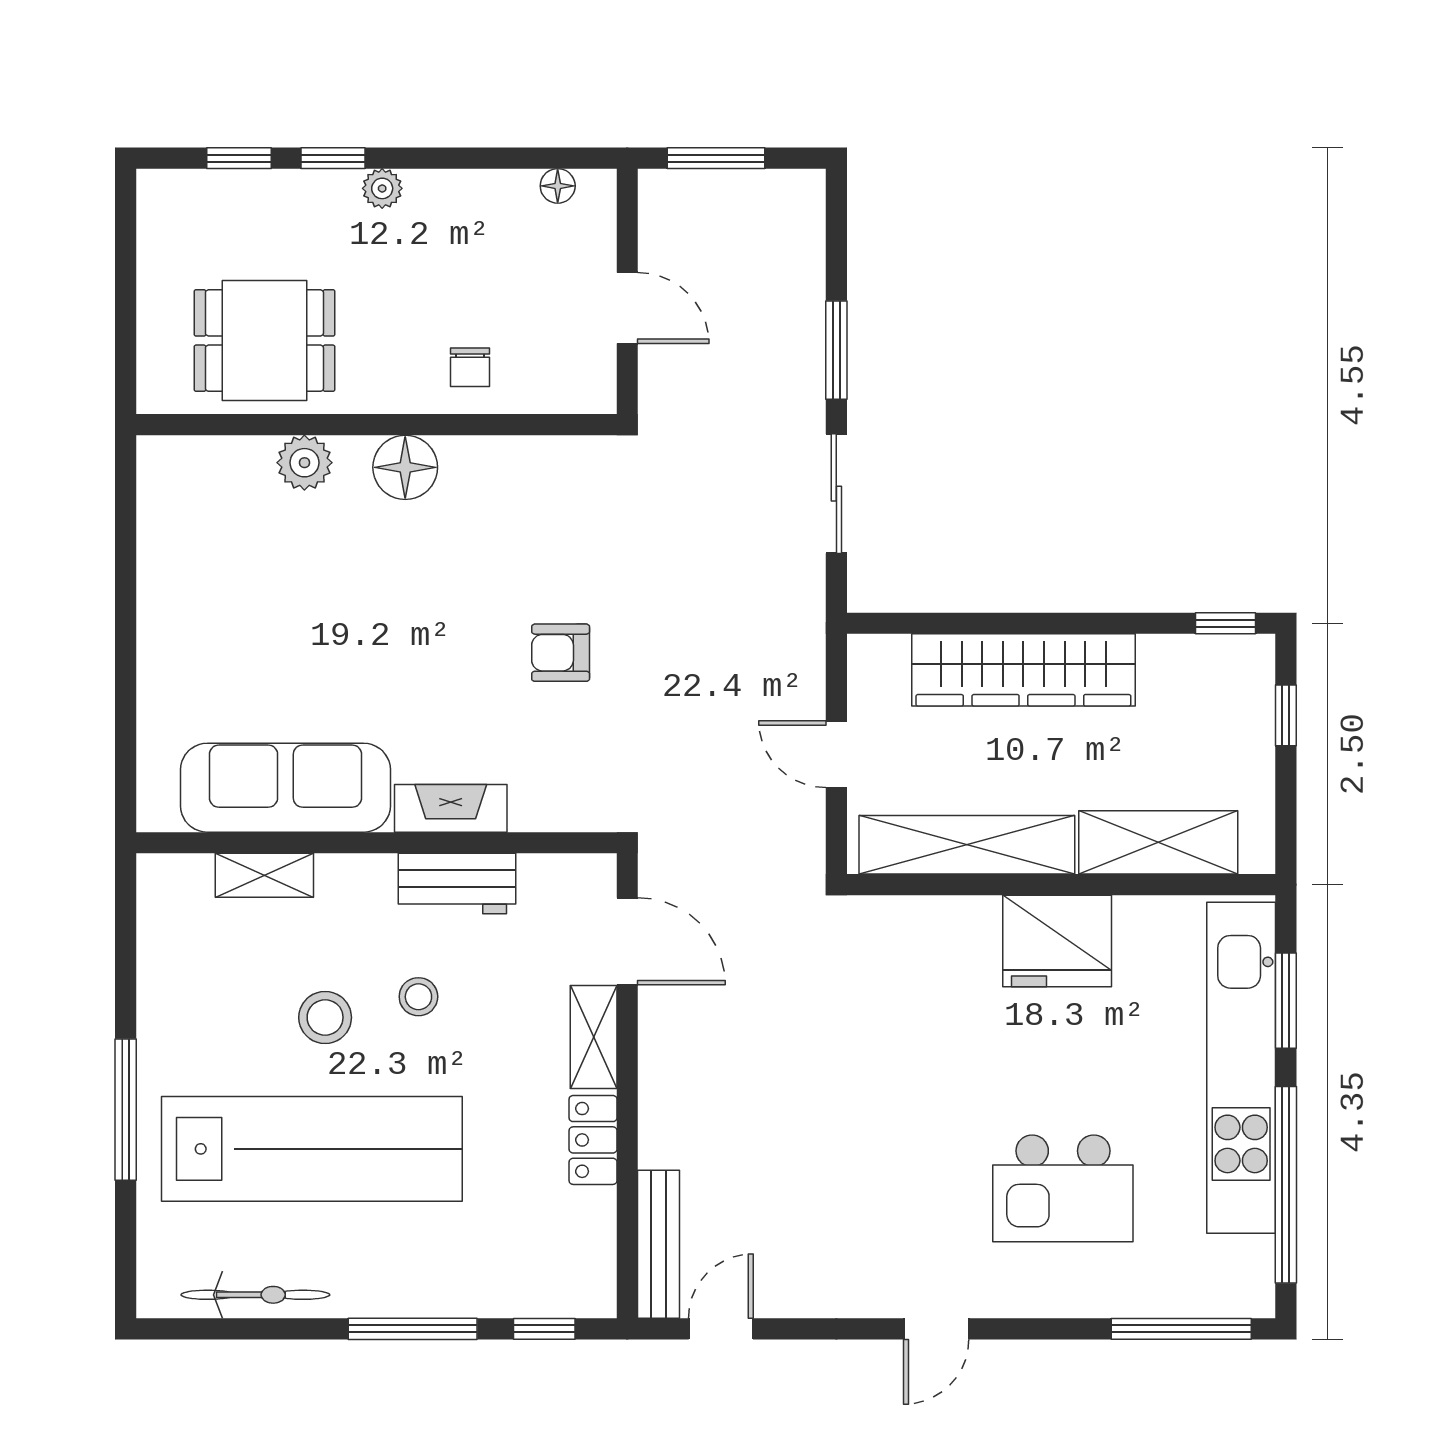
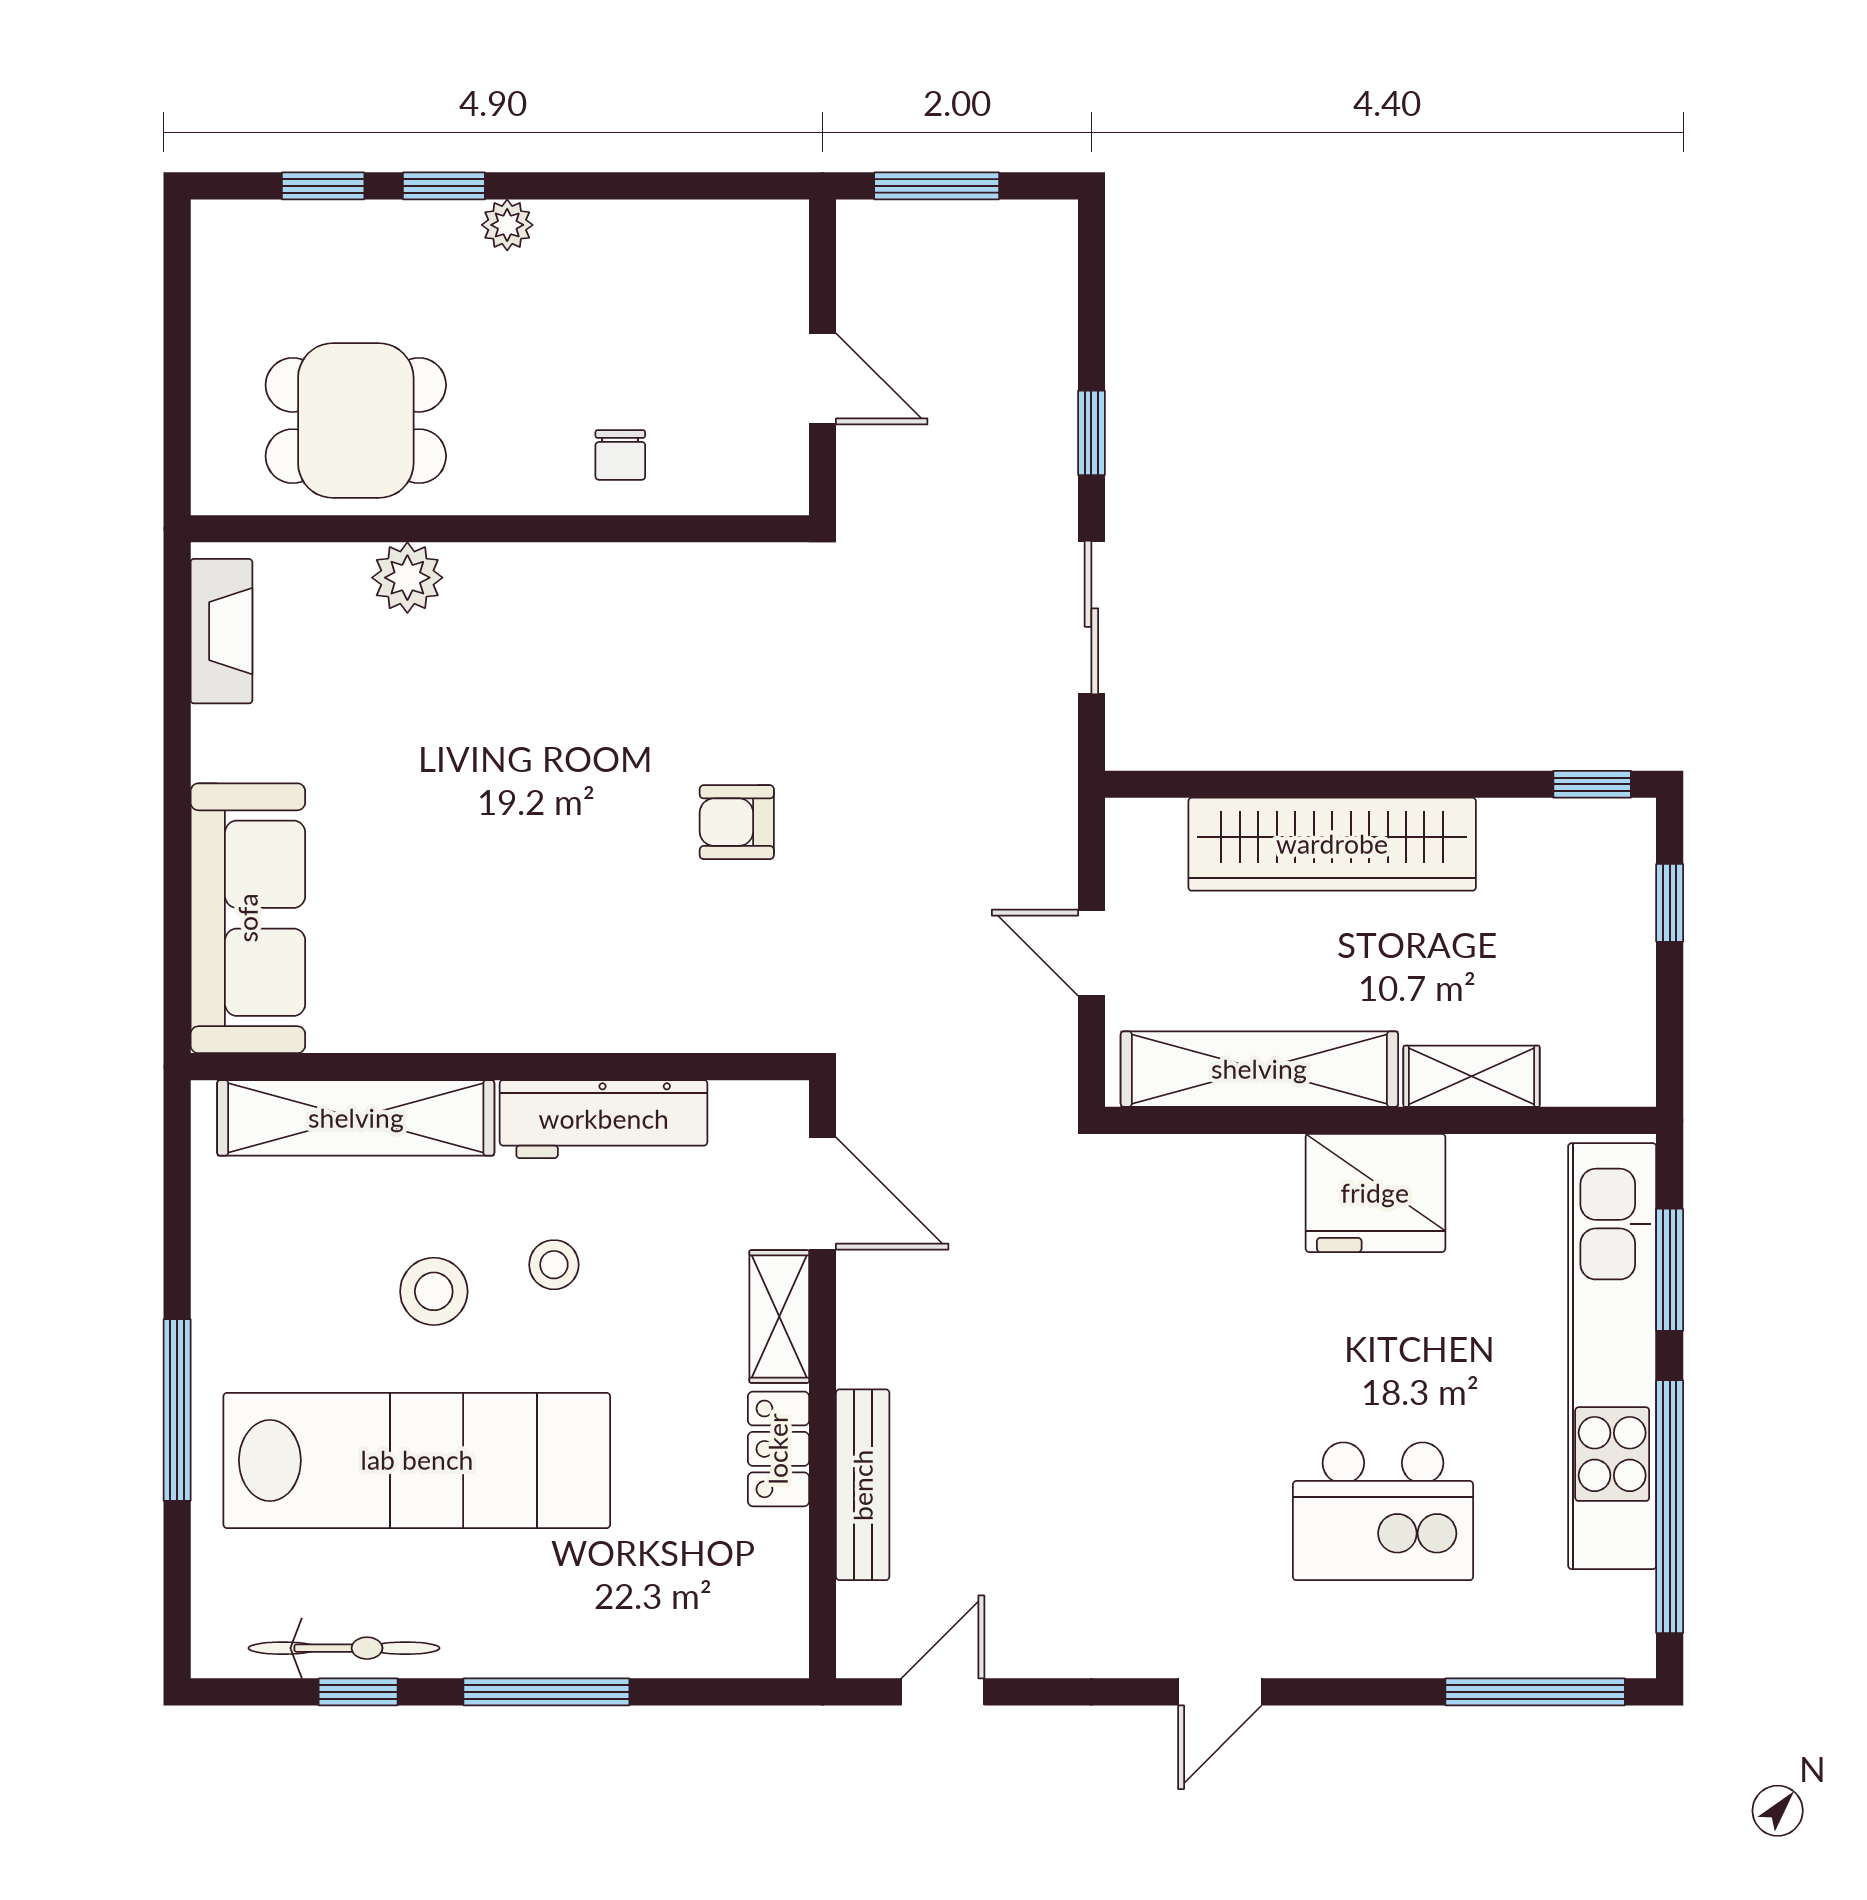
floor lamp: (558, 186) -> (733, 222), removed
window: (836, 350) -> (1091, 433), width x0.67
floor lamp: (405, 467) -> (537, 584), removed
sofa: (285, 788) -> (248, 918), moved, turned 90
fireplace: (451, 808) -> (221, 631), moved, turned 90
shelving: (1158, 842) -> (1472, 1076), width x0.67, depth x0.75
shelving: (264, 875) -> (356, 1118), width x2.20, depth x1.33
workbench: (457, 884) -> (604, 1119), width x1.38
bench: (658, 1244) -> (863, 1485), moved
window: (544, 1329) -> (358, 1692), moved

